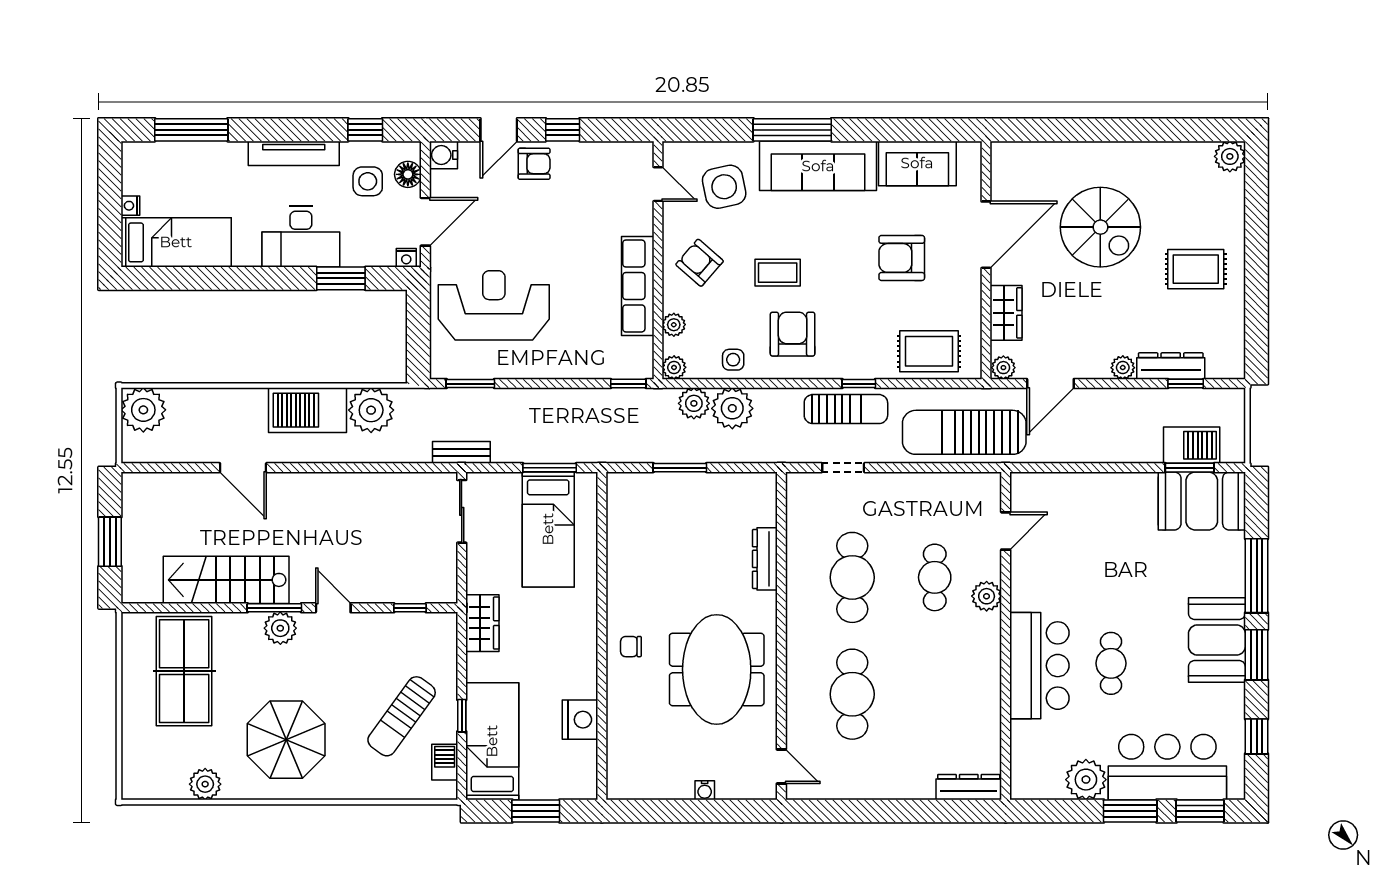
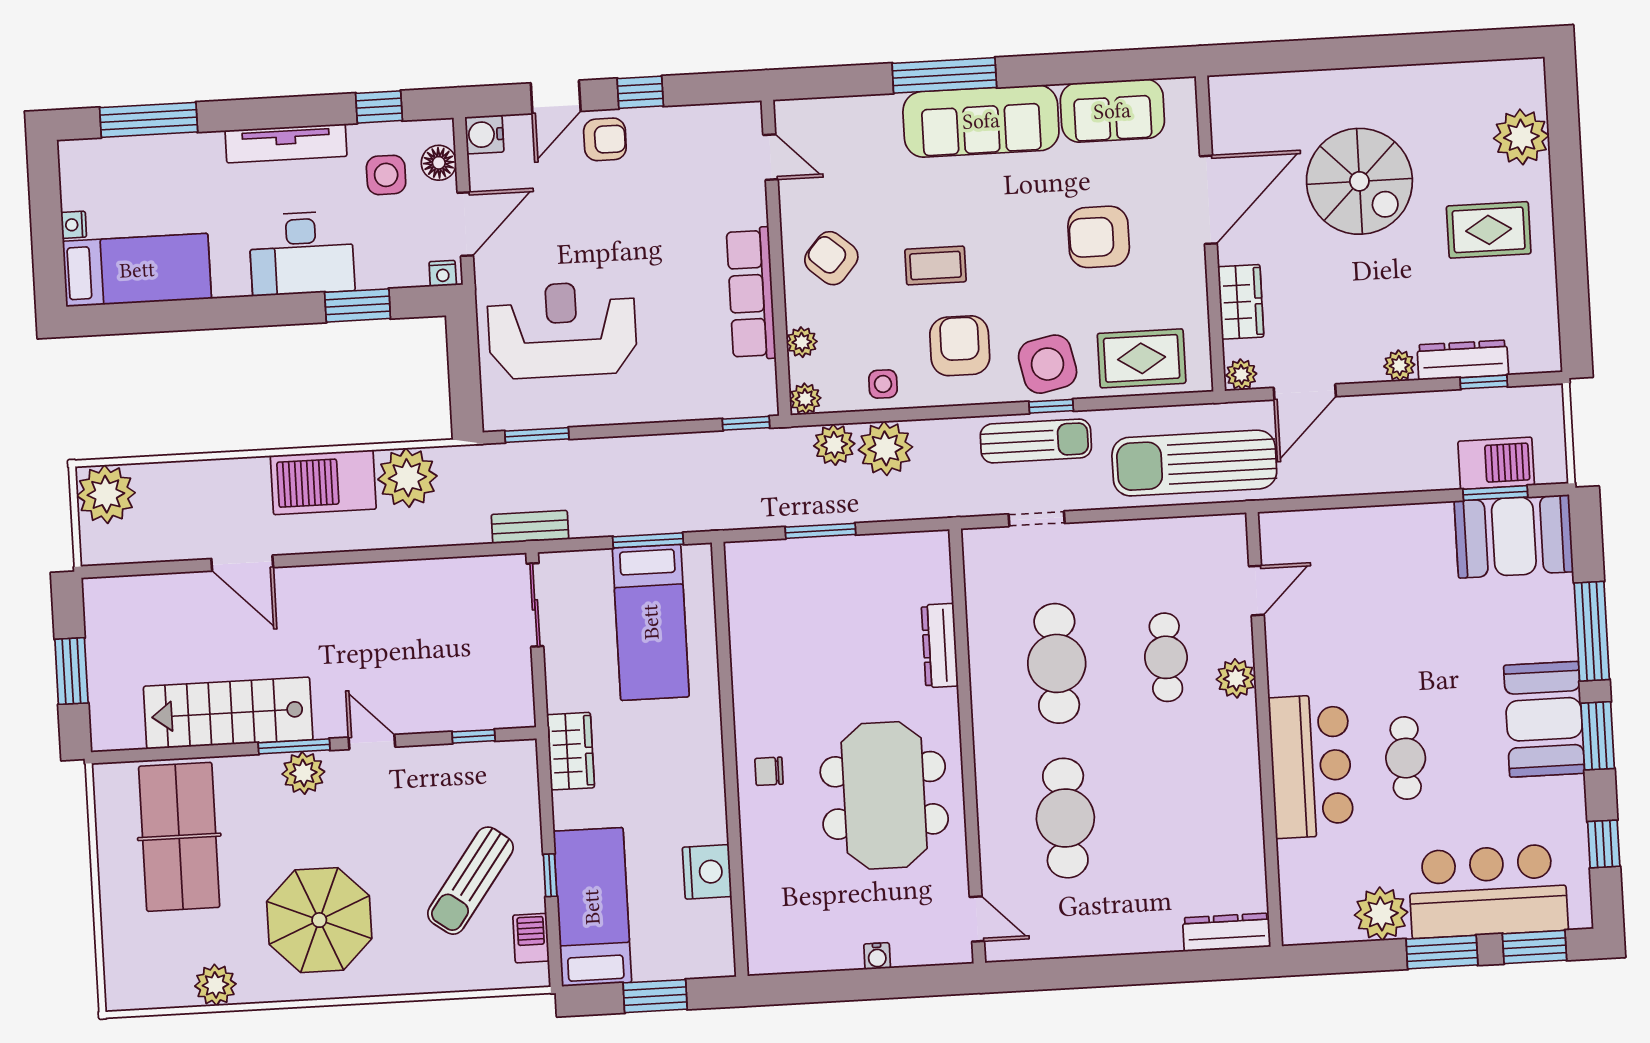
plant: (1230, 156) -> (1521, 137), moved, width x1.36, depth x1.36
side table: (724, 187) -> (1048, 364), moved

